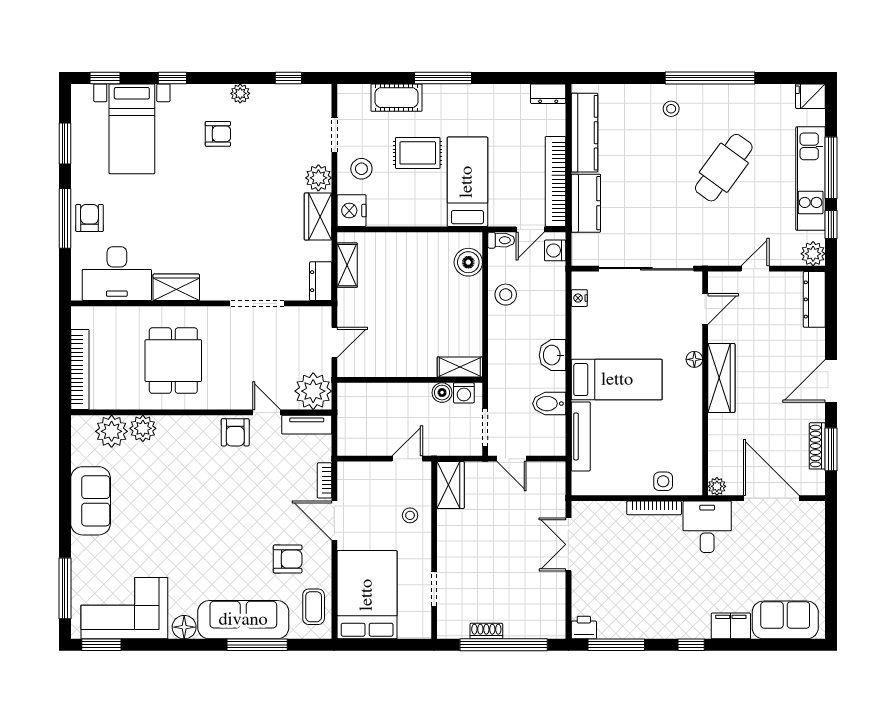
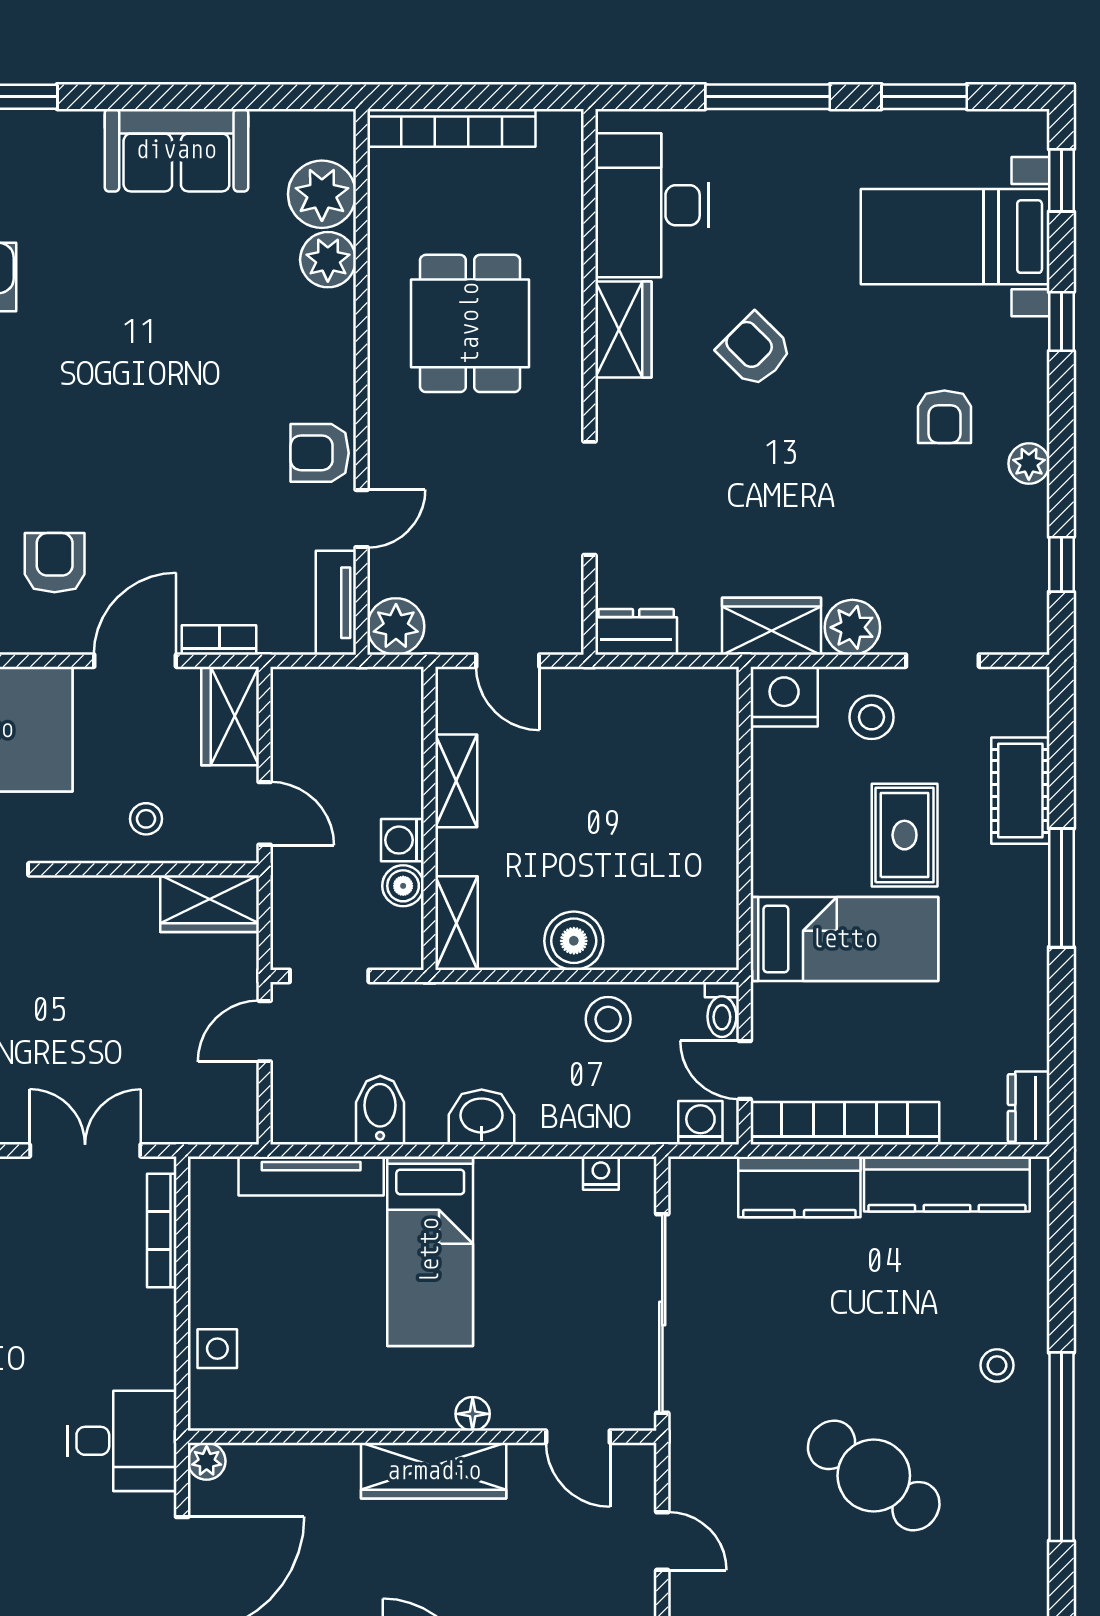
armchair: (89, 218) -> (755, 350), moved, turned -135
boiler: (468, 262) -> (574, 941), moved
shelving: (347, 265) -> (456, 781), moved, turned 90
dining table: (173, 361) -> (470, 323), turned 90
plant: (313, 391) -> (396, 626), width x0.73, depth x0.73
washing machine: (464, 393) -> (402, 840), moved
wardrobe: (361, 475) -> (230, 716), added
bookcase: (654, 508) -> (162, 1231), moved
armchair: (288, 559) -> (55, 563), turned 180

